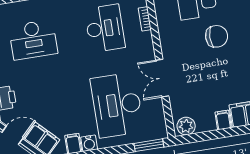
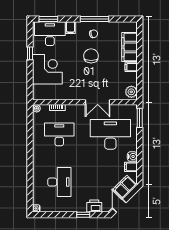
chair: (217, 36) -> (91, 56), moved
desk: (117, 105) -> (110, 134), turned 180

